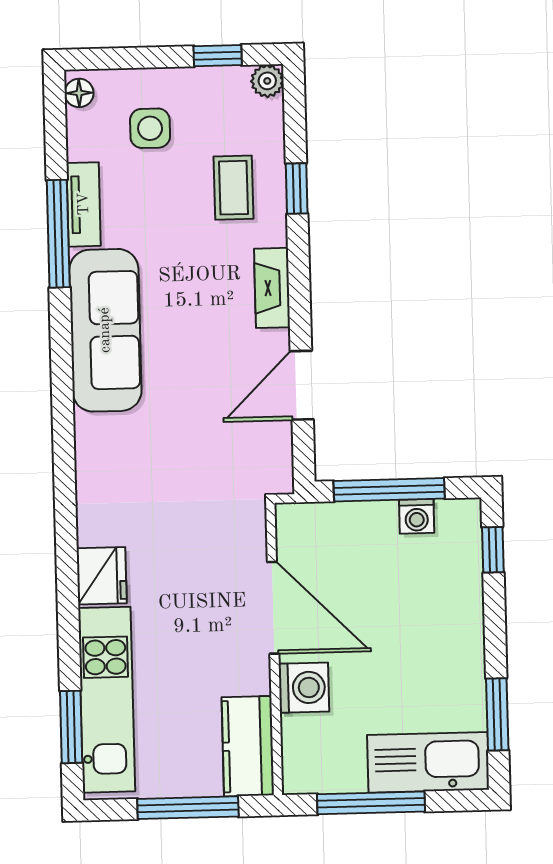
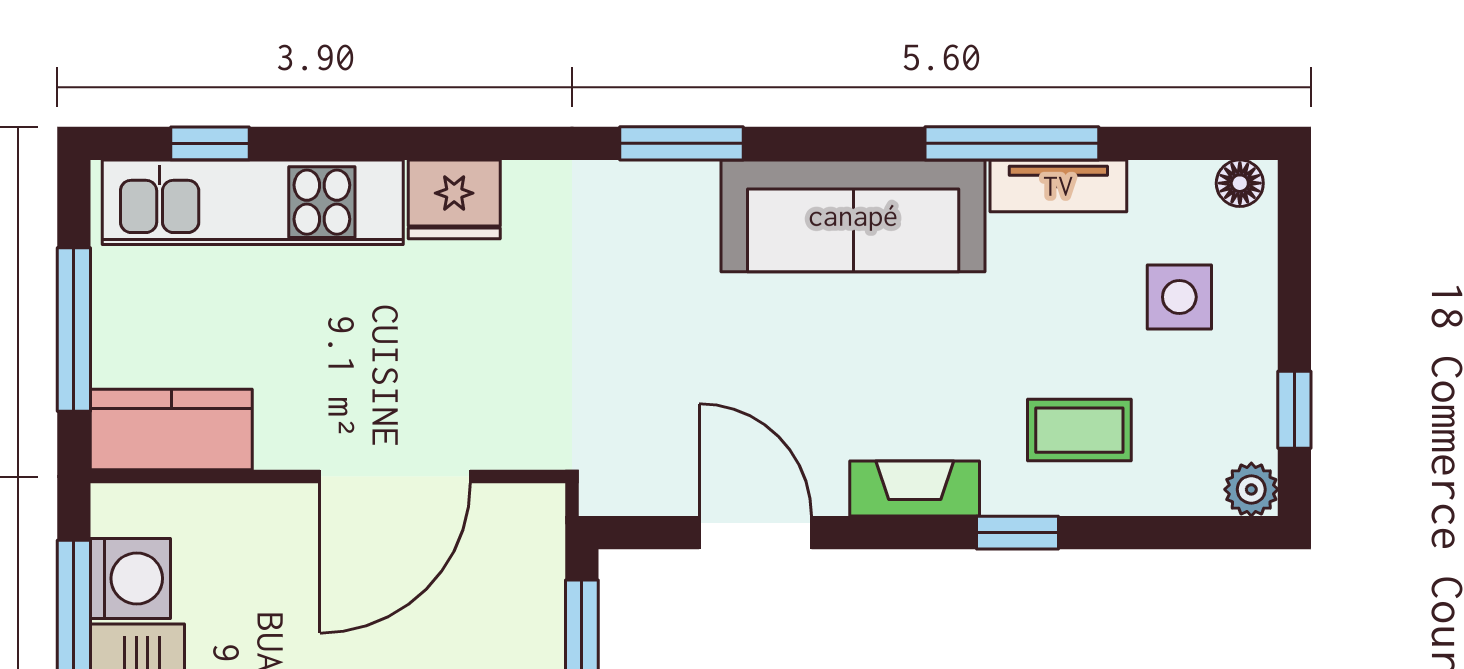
window: (297, 188) -> (1018, 533), moved
window: (64, 437) -> (681, 143), added
washing machine: (304, 688) -> (130, 578), moved, turned -90
window: (71, 727) -> (210, 143), width x0.67

